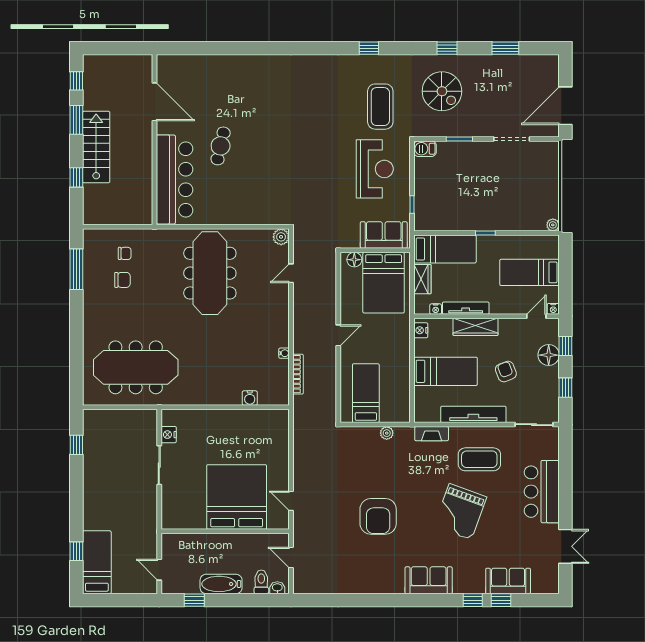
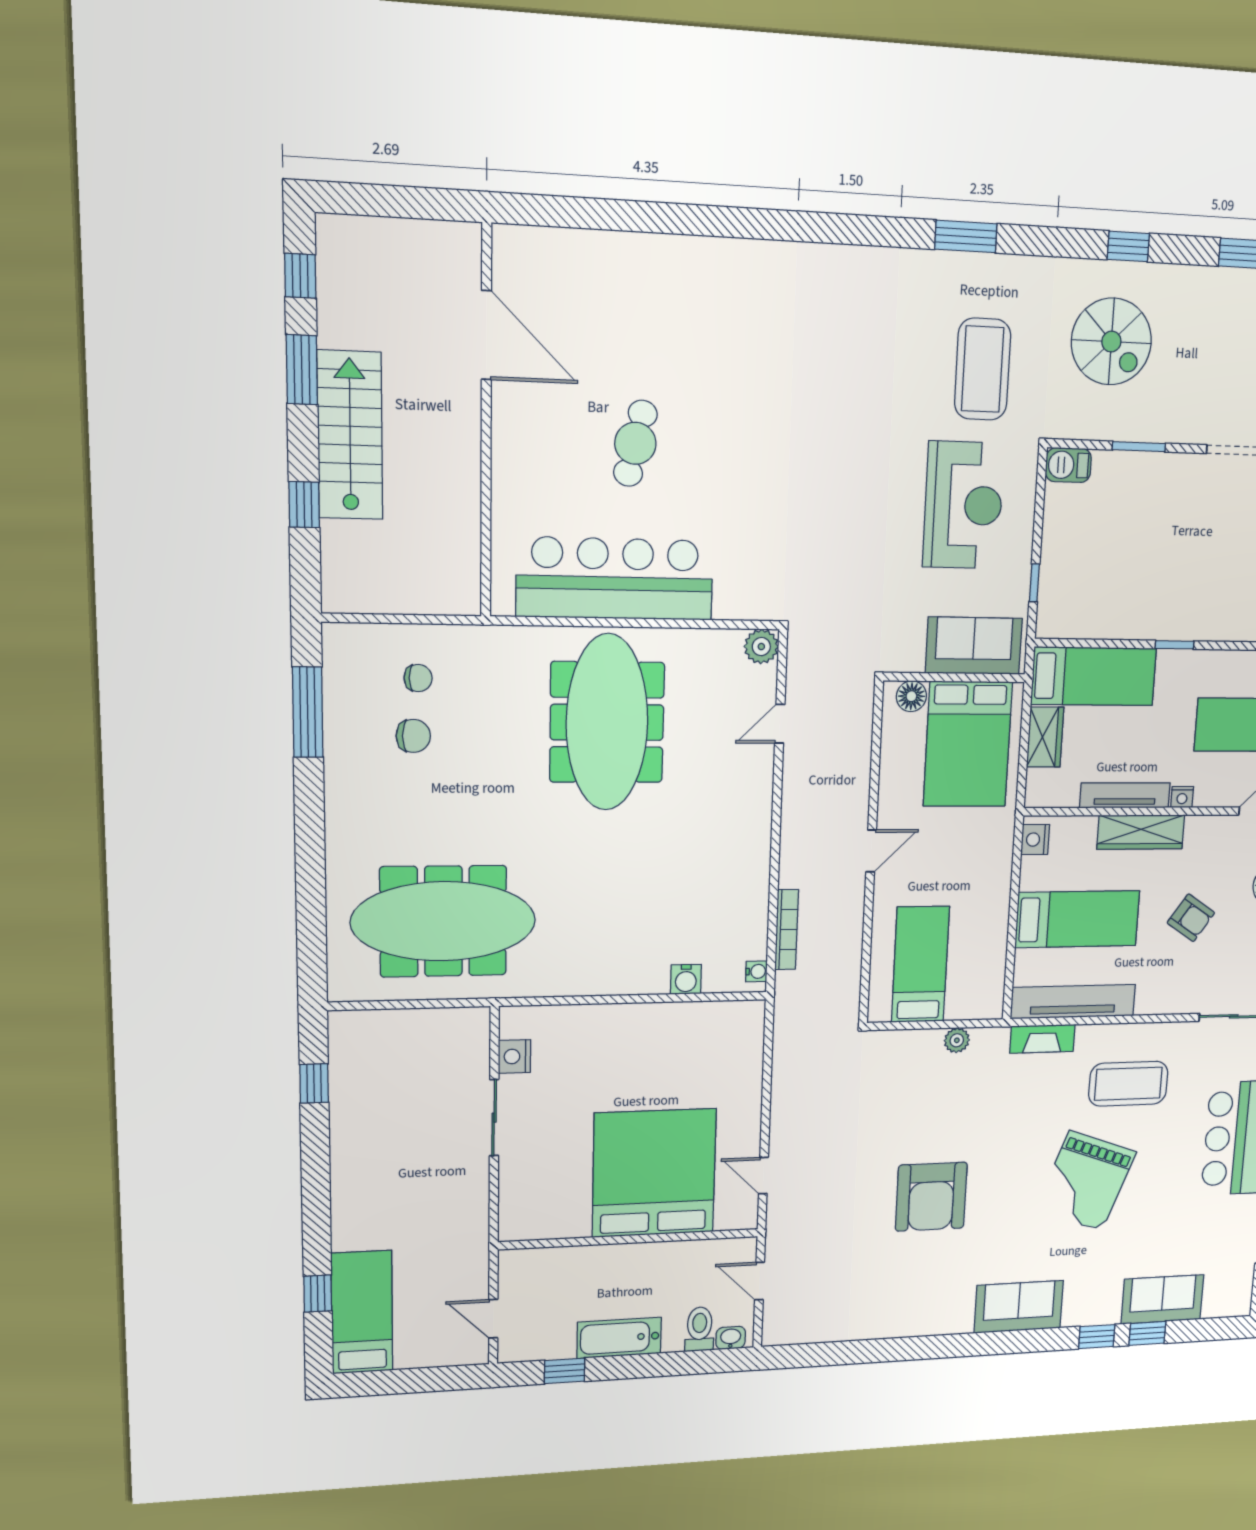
window: (369, 48) -> (966, 236), width x1.50
bar counter: (175, 179) -> (615, 579), moved, turned -90
nightstand: (436, 309) -> (1182, 797), moved
water cooler: (284, 353) -> (756, 971), moved
armchair: (506, 372) -> (1191, 918), turned 145
tv unit: (473, 414) -> (1073, 1002), moved

